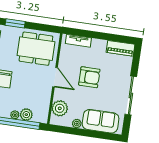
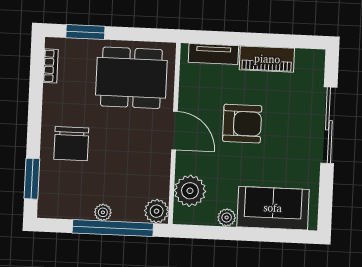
piano: (120, 48) -> (267, 59), moved
sliding door: (131, 96) -> (329, 125), moved
plant: (26, 115) -> (157, 211), moved

